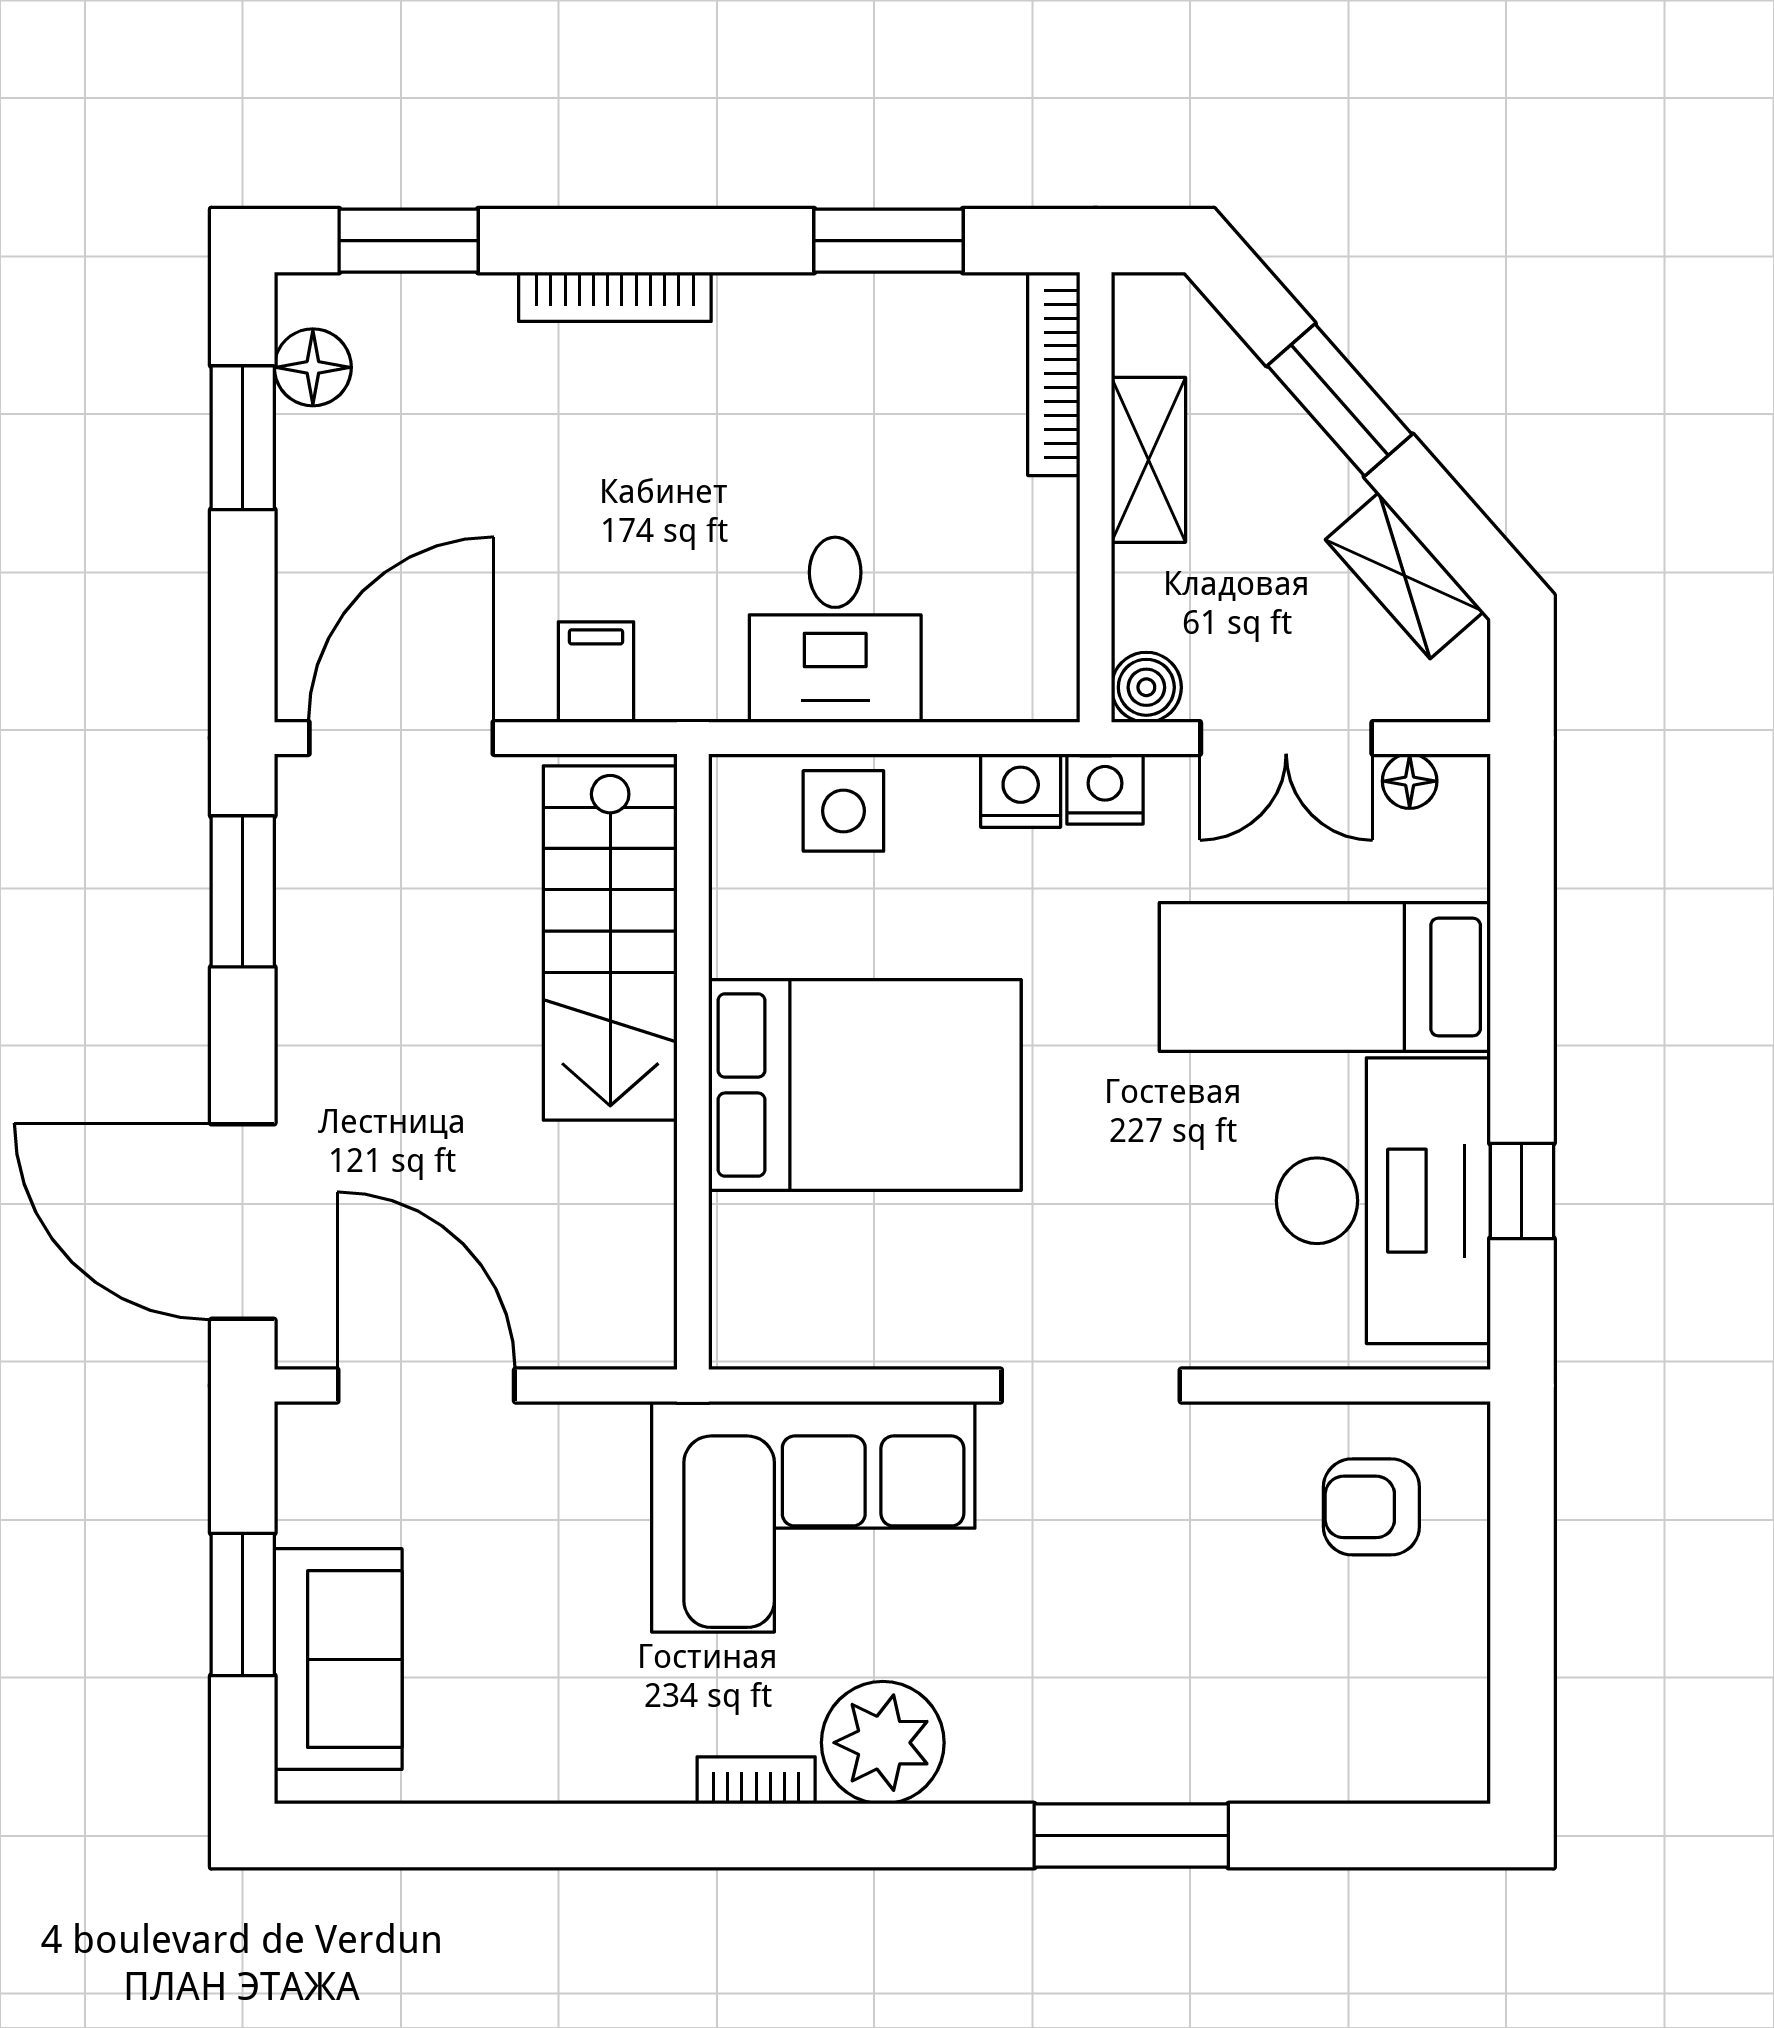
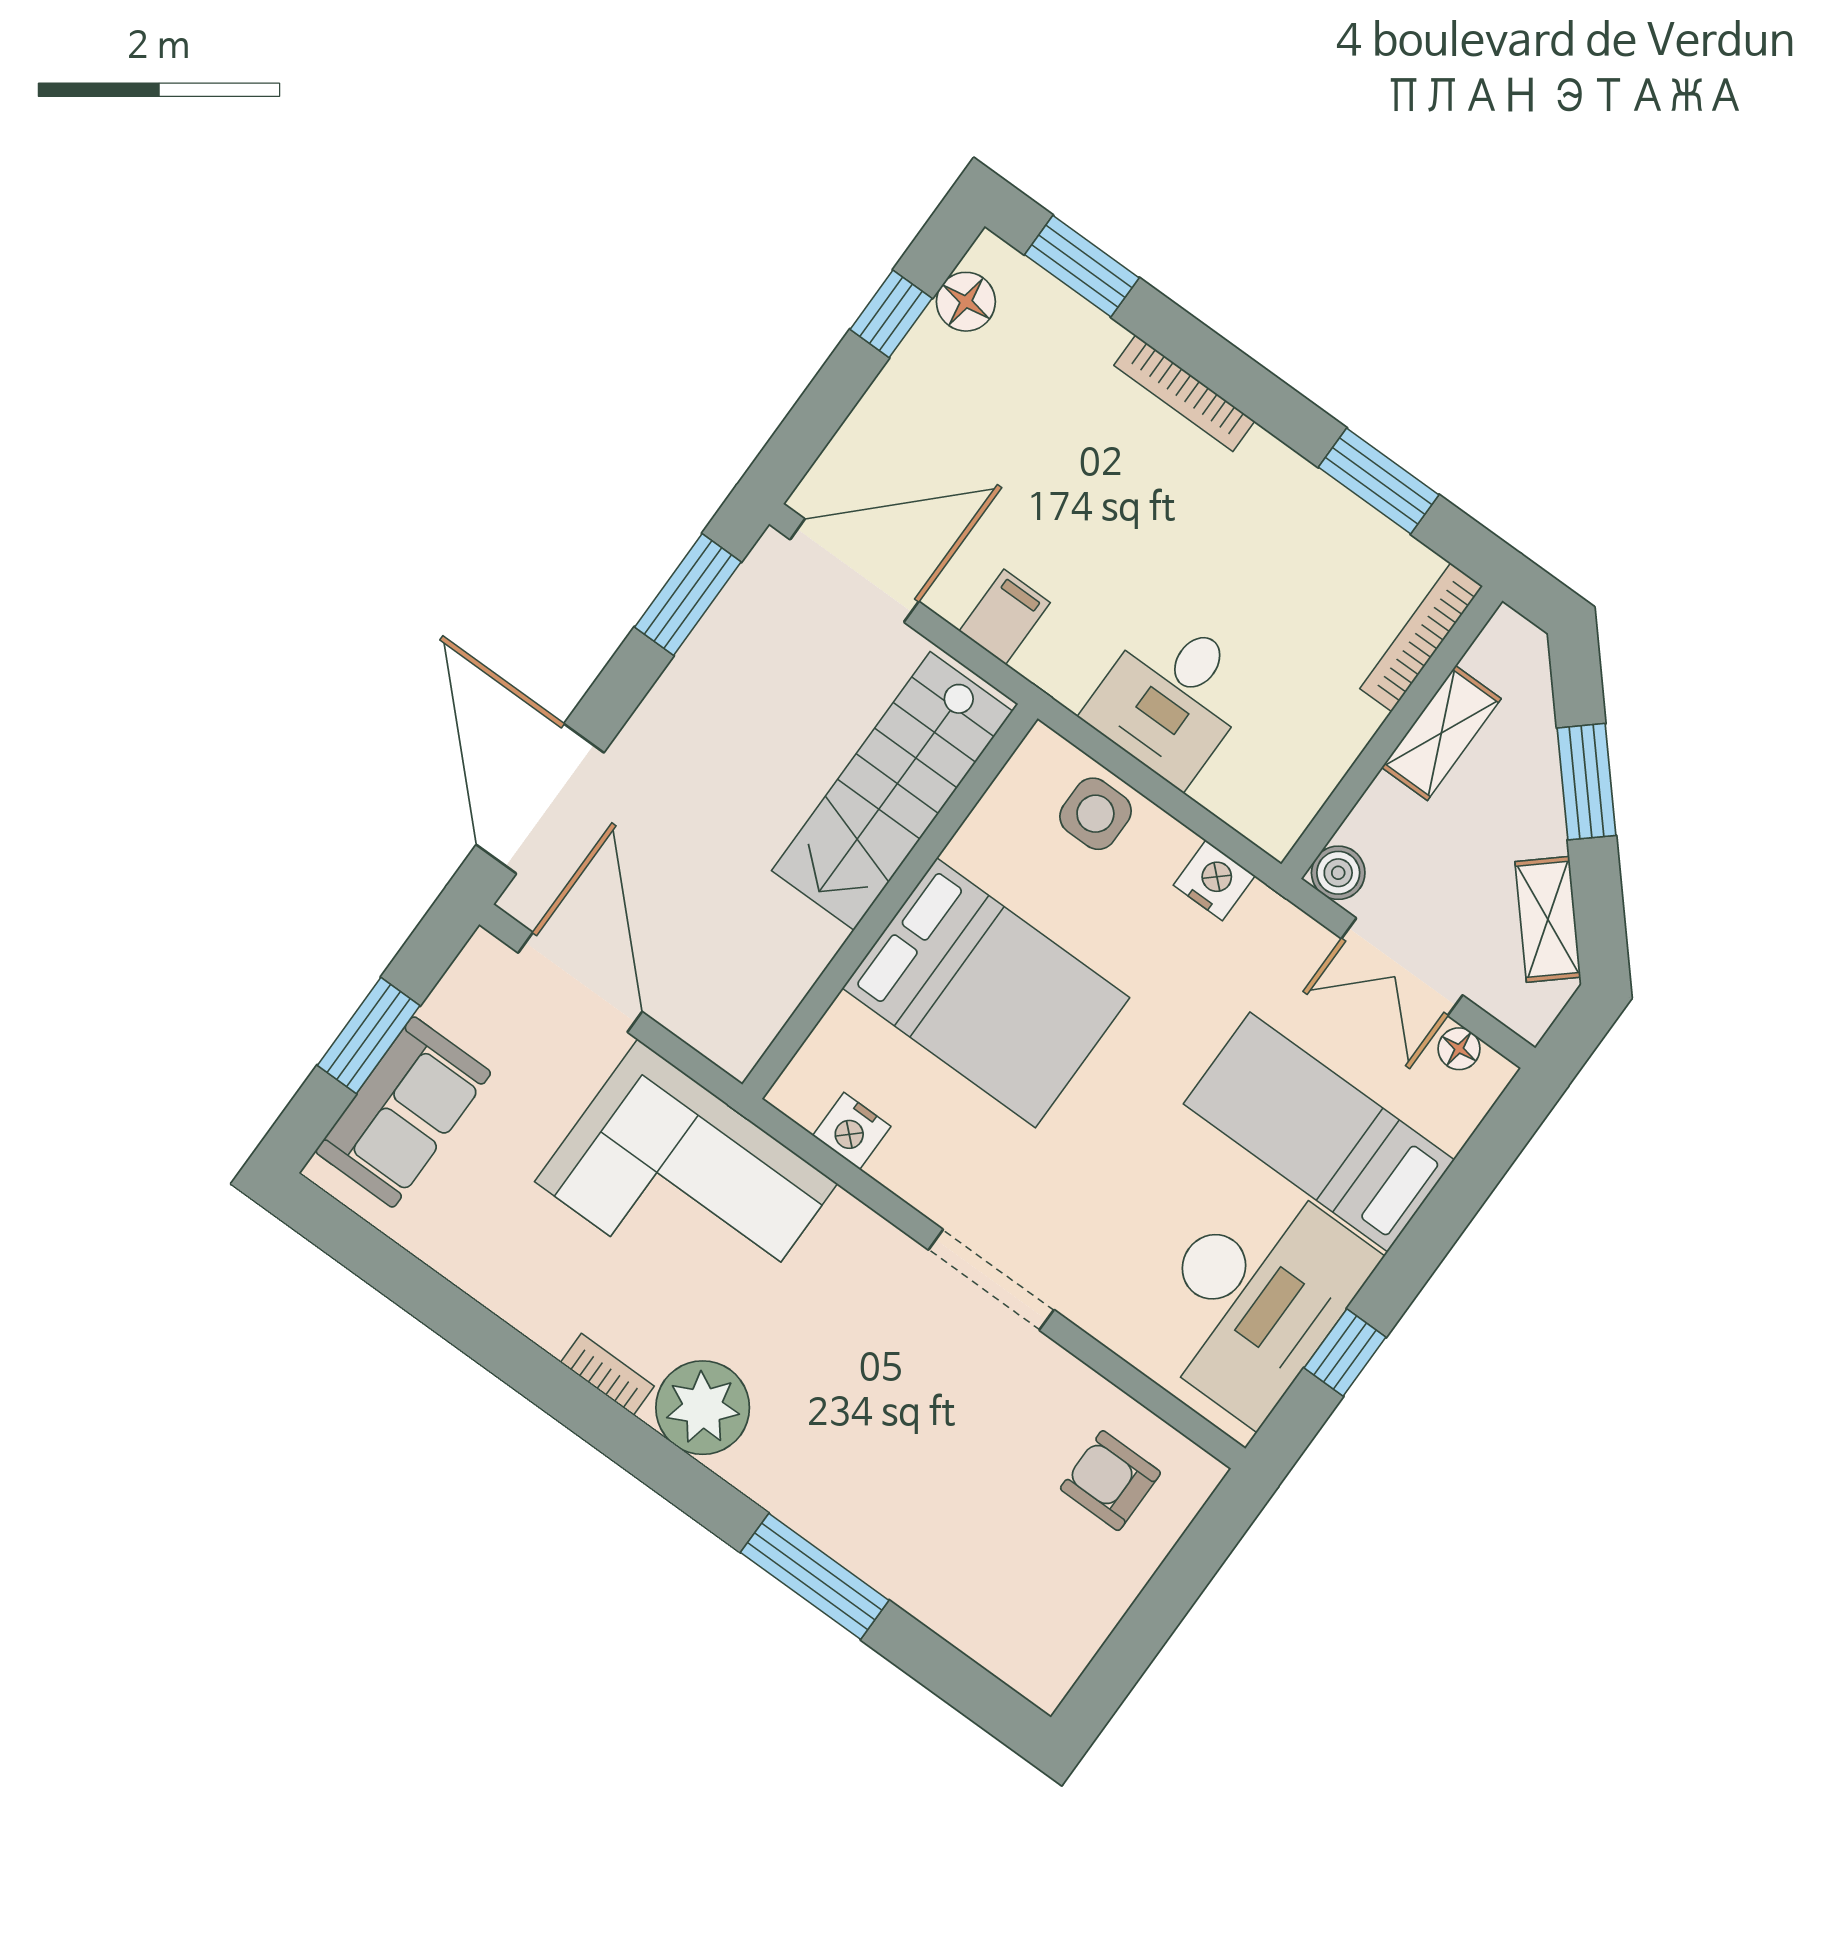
window: (243, 438) -> (891, 314), width x0.67
nightstand: (1105, 789) -> (852, 1131), moved, turned 180
corner sofa: (813, 1517) -> (686, 1183), moved

